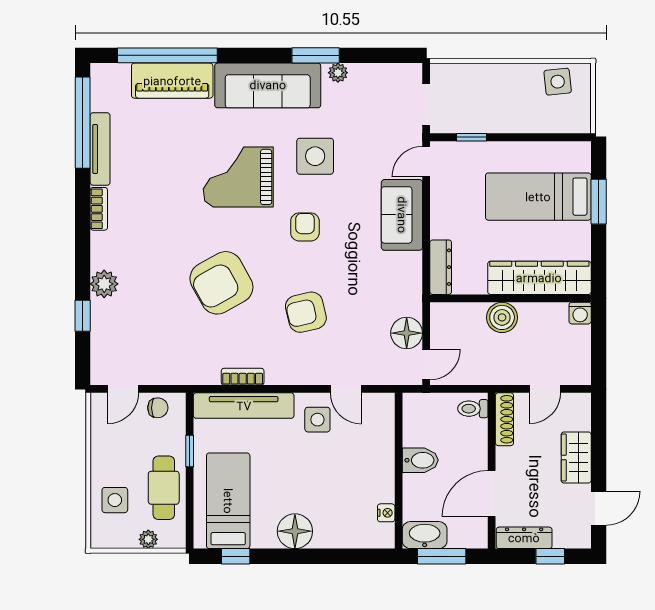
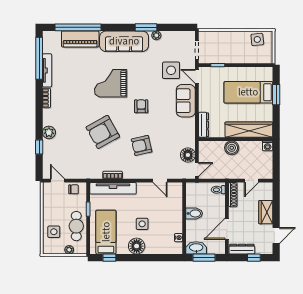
side table: (315, 156) -> (171, 70), moved
door: (426, 162) -> (197, 76), hinge flipped
door: (123, 389) -> (58, 181), swing flipped
side table: (317, 420) -> (142, 224), moved

